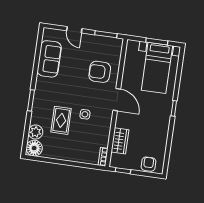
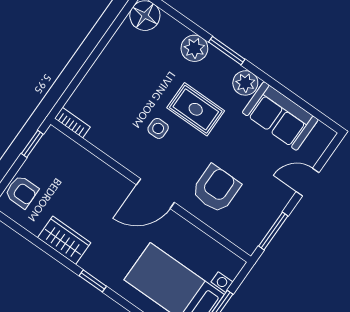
plant: (42, 84) -> (245, 83), added
rug: (61, 120) -> (196, 109), moved
plant: (36, 132) -> (194, 48), moved
wardrobe: (120, 141) -> (64, 240), moved, turned 180

